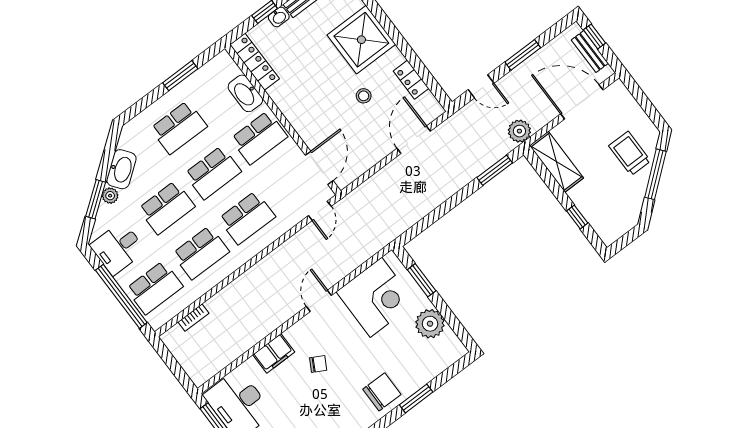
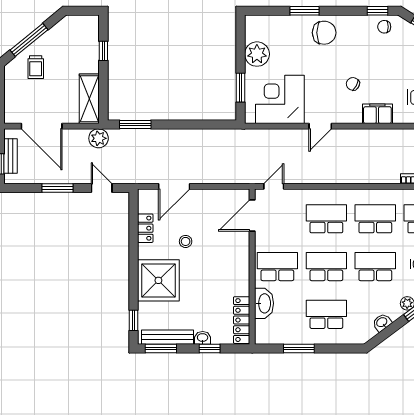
trolley: (630, 153) -> (36, 67), width x0.73, depth x0.72
washbasin: (121, 169) -> (382, 322), width x0.52, depth x0.69
chair: (382, 392) -> (324, 33), turned 180

